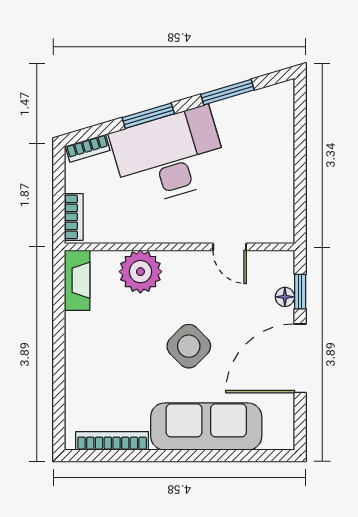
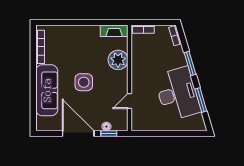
desk: (169, 156) -> (177, 94), moved
side table: (189, 346) -> (84, 82), turned 45

